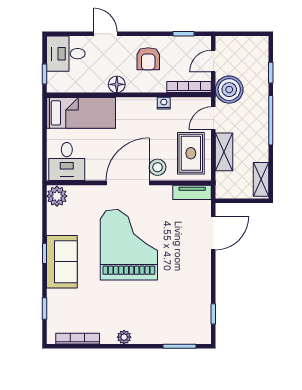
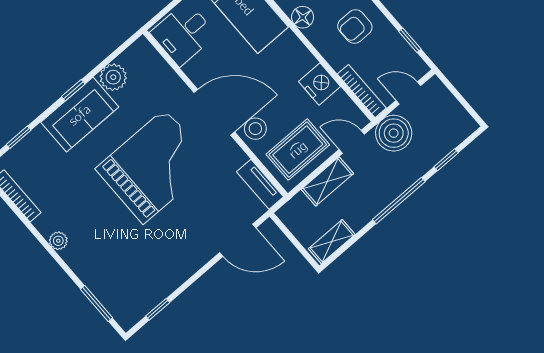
nightstand: (164, 103) -> (320, 84), width x1.89, depth x1.79
plant: (57, 196) -> (113, 77), moved

